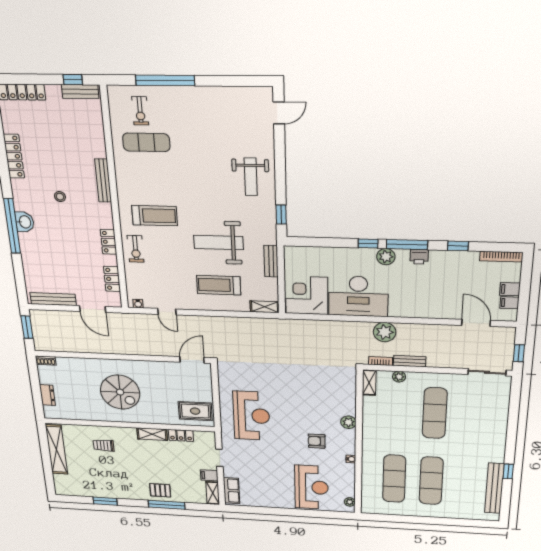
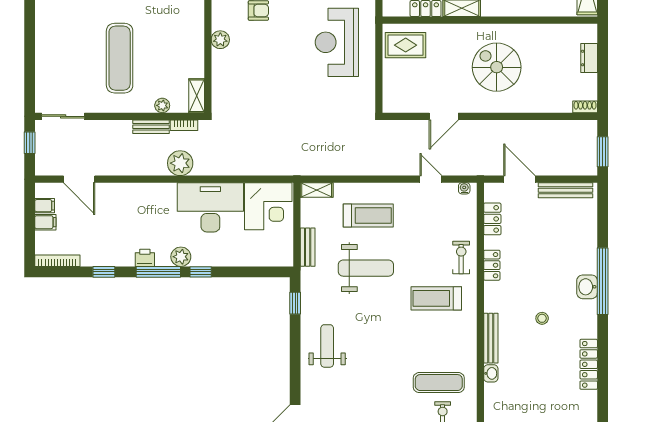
washbasin: (100, 150) -> (491, 373), added
door: (192, 360) -> (444, 116), moved

